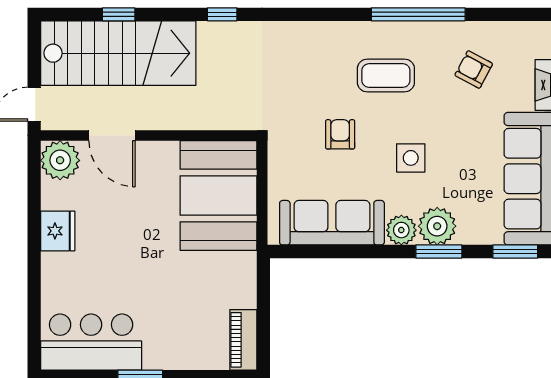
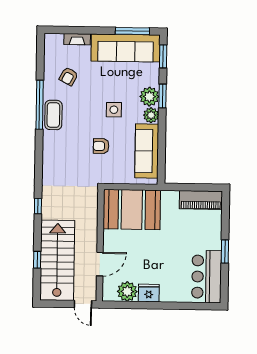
coffee table: (386, 76) -> (53, 115), moved
plant: (60, 160) -> (127, 291), moved
piano: (243, 340) -> (201, 200), width x1.37, depth x1.33

